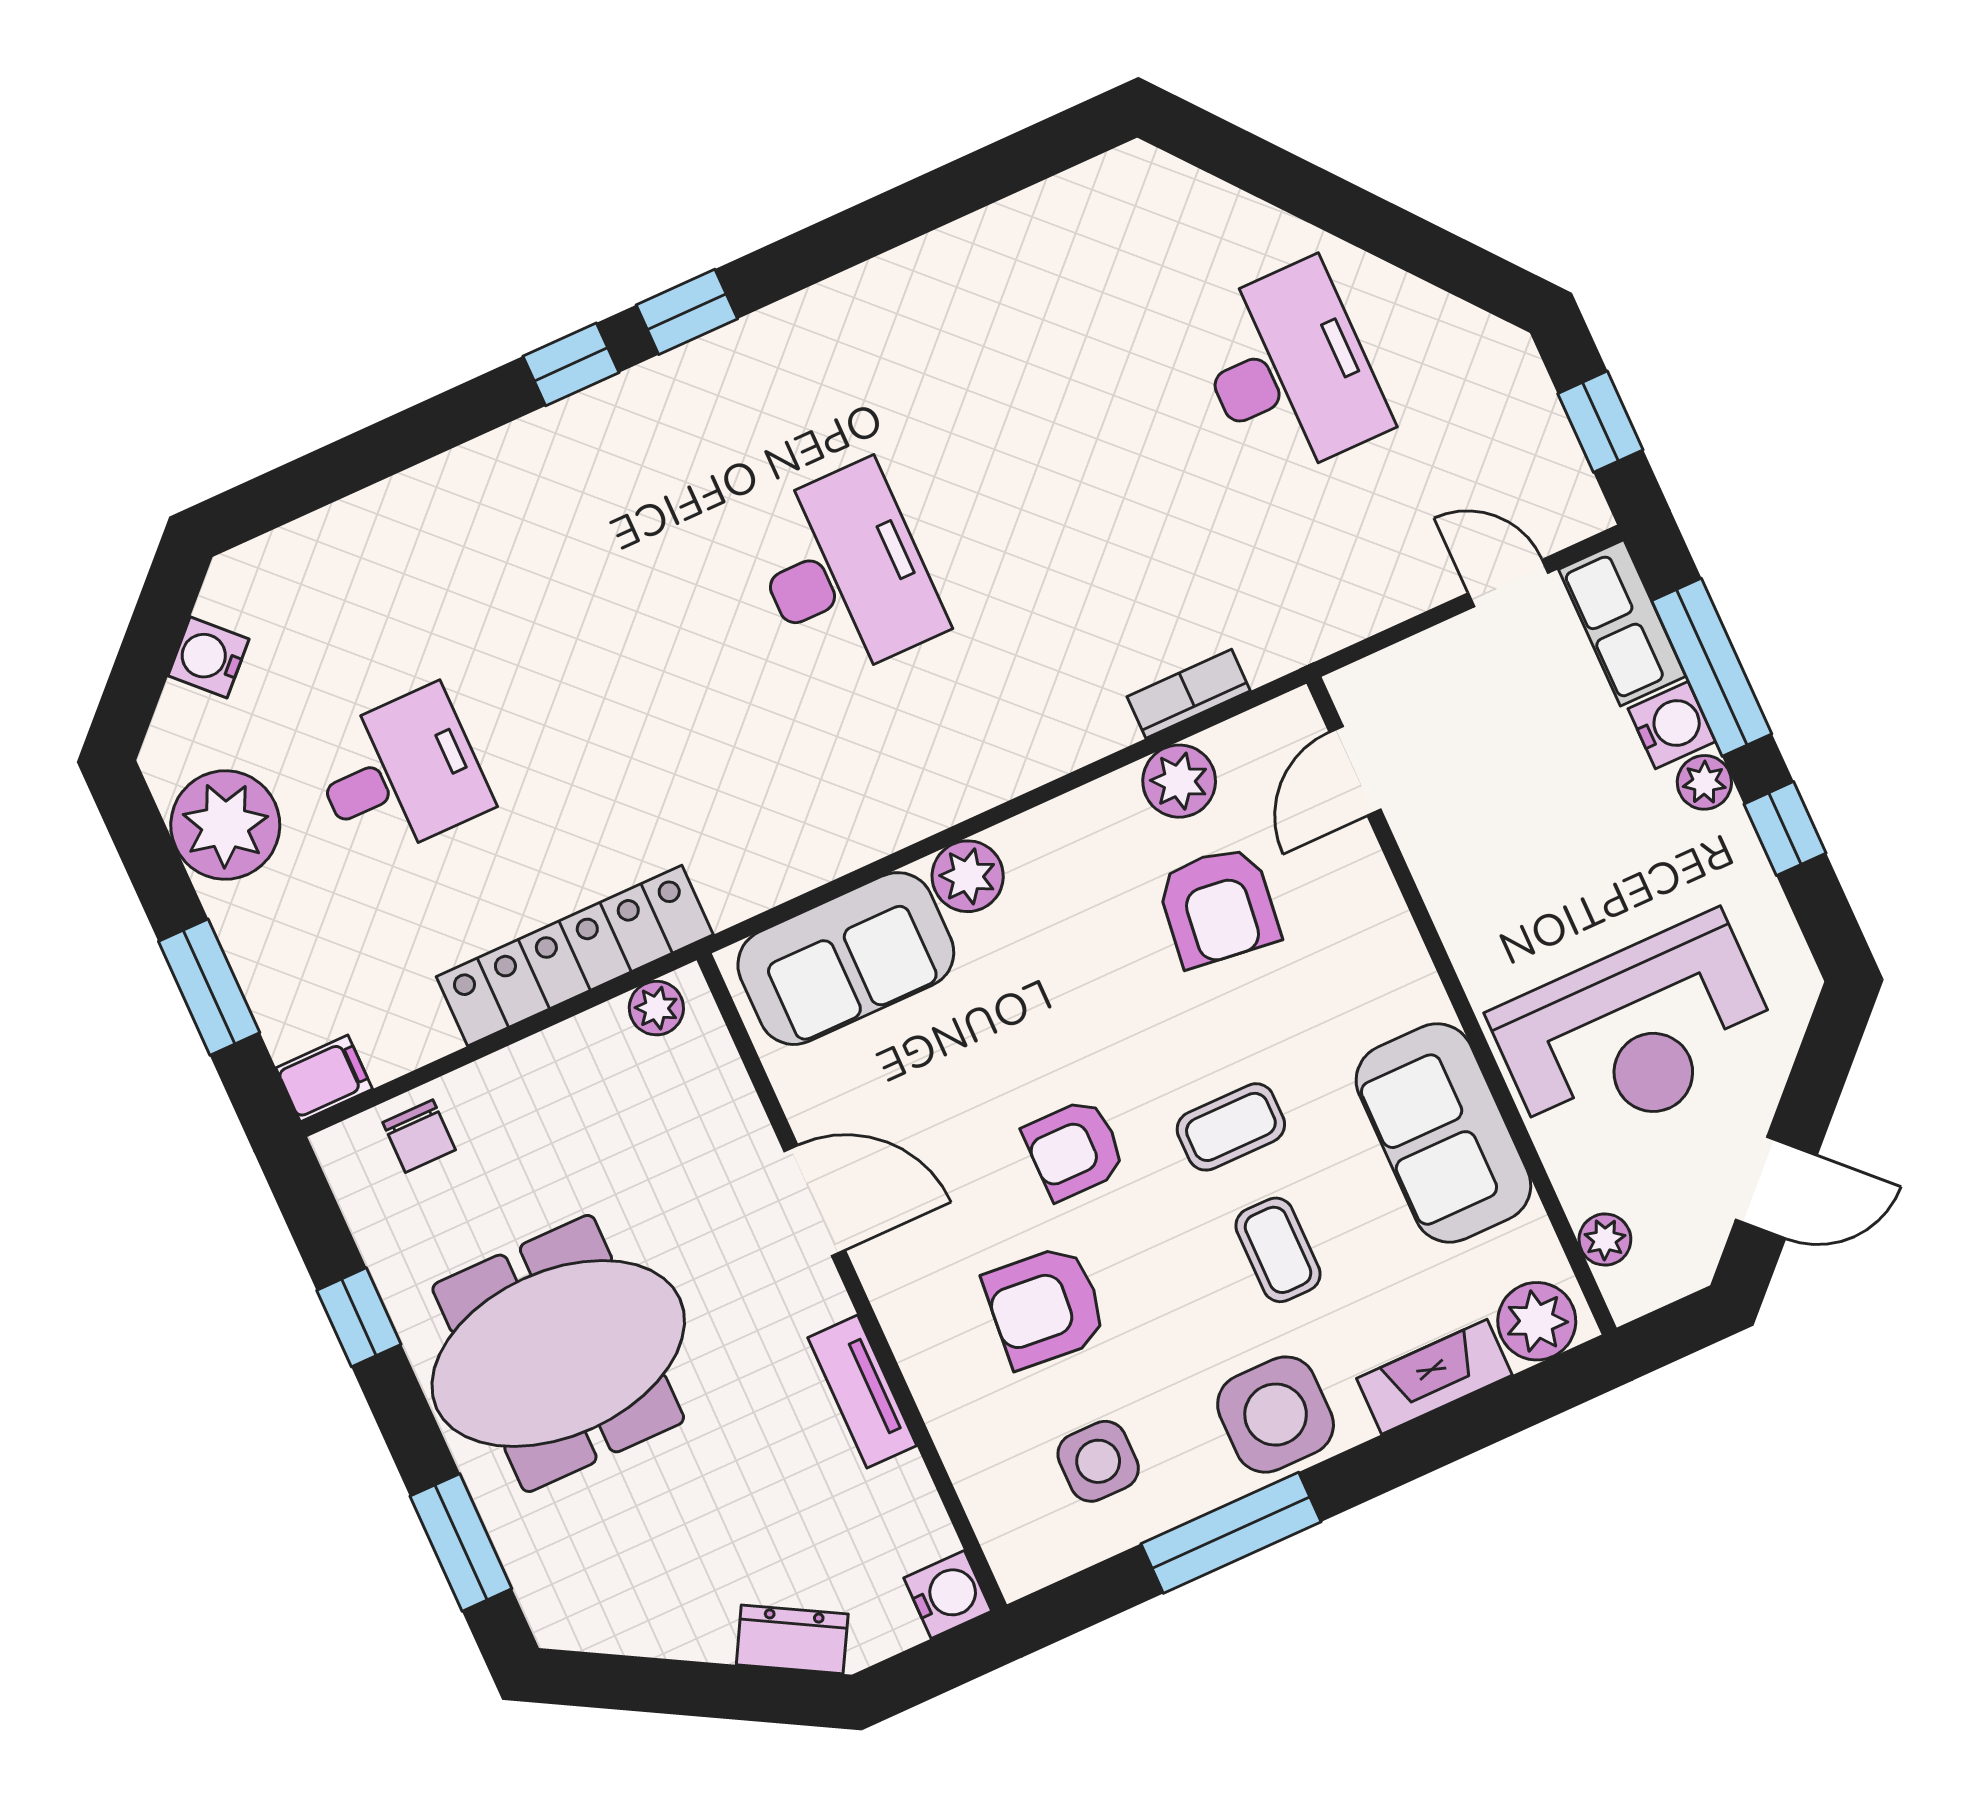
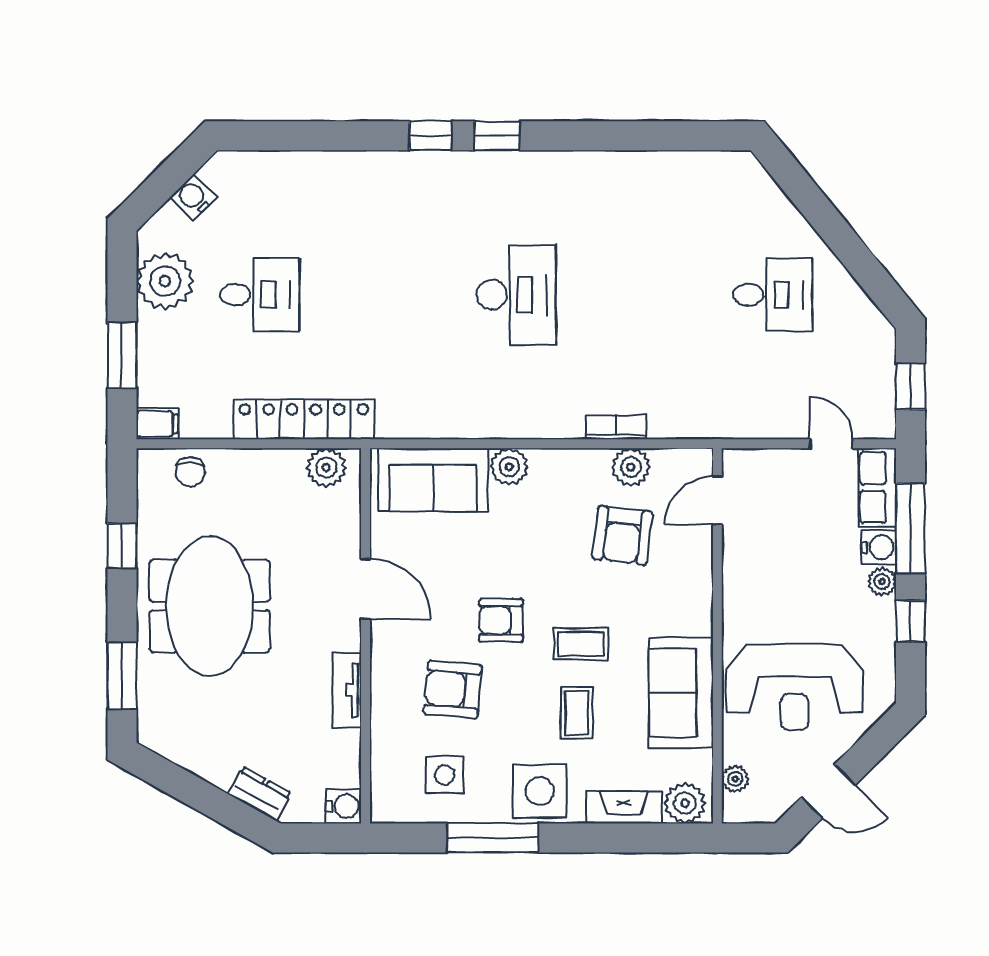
desk: (1290, 371) -> (773, 295), width x0.73
bookcase: (1189, 694) -> (616, 427), moved
plant: (656, 1008) -> (326, 468), width x1.38, depth x1.38
meeting table: (558, 1353) -> (210, 606), turned 90

